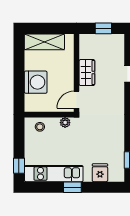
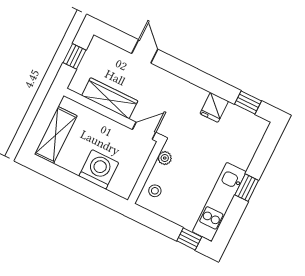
wardrobe: (87, 73) -> (110, 98), width x1.50
door: (76, 100) -> (144, 131), swing flipped
fridge: (100, 173) -> (214, 107), moved, turned -90

